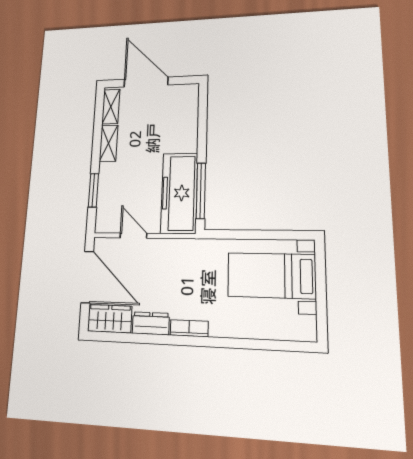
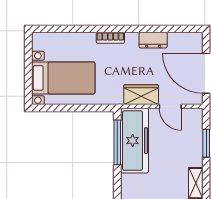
wardrobe: (110, 319) -> (141, 95), moved, turned 180
bookcase: (189, 328) -> (110, 38), moved

